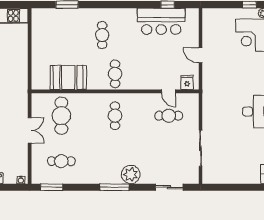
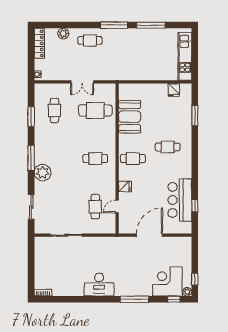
fridge: (39, 28) -> (174, 90), added
door: (200, 55) -> (149, 235), width x1.87
fridge: (187, 82) -> (125, 187), moved
window: (52, 187) -> (31, 117), moved

